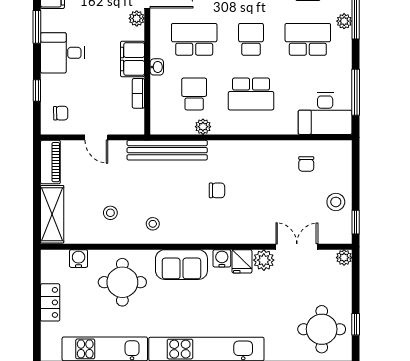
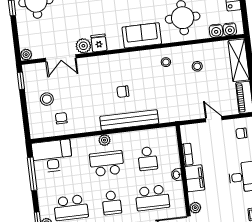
plant: (203, 127) -> (104, 140), moved
bench: (167, 150) -> (129, 120), moved
stool: (336, 202) -> (47, 99), moved
water cooler: (222, 258) -> (230, 29), moved

